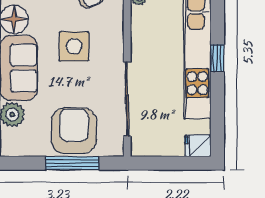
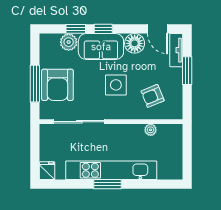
window: (217, 58) -> (108, 184), width x1.50
armchair: (74, 131) -> (57, 85), turned 90

